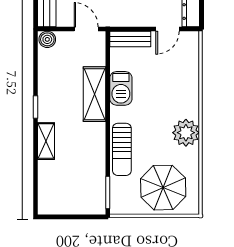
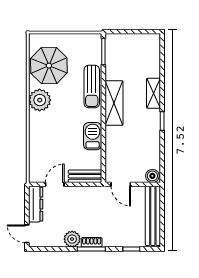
shelving: (94, 94) -> (114, 103), moved
sun lounger: (122, 149) -> (92, 87), turned 180
parasol: (163, 188) -> (49, 66), moved

